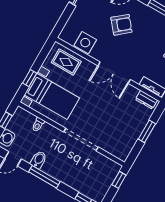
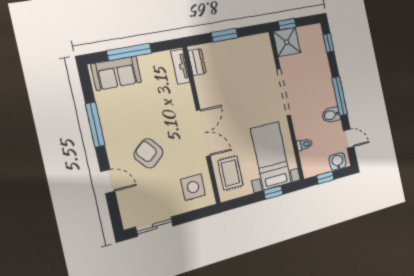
side table: (85, 43) -> (193, 187), moved
double door: (114, 73) -> (203, 133), moved
shower: (109, 170) -> (287, 42), added

